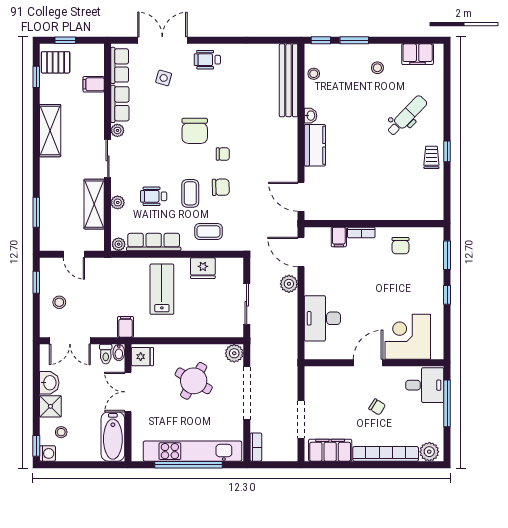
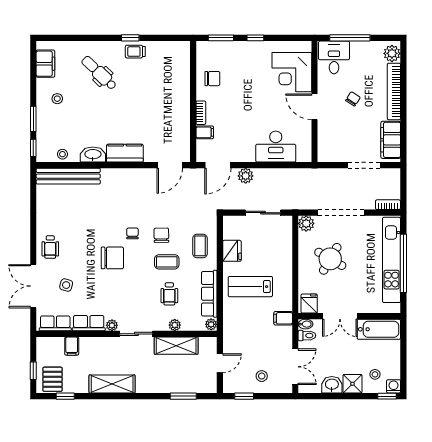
washbasin: (311, 116) -> (93, 155), width x1.91, depth x1.45

